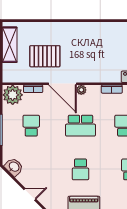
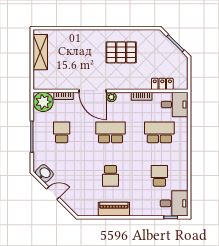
pallet: (45, 56) -> (121, 52), moved
school desk: (80, 126) -> (110, 132), turned 180
door: (30, 194) -> (53, 193), moved

